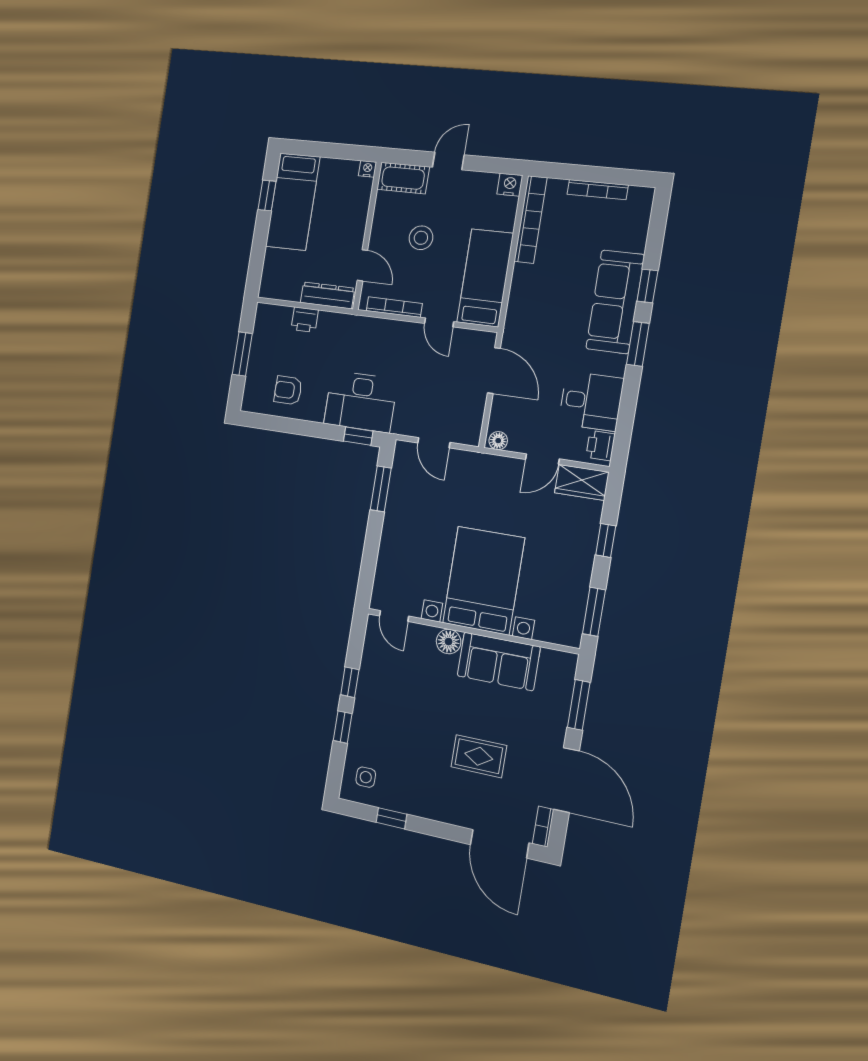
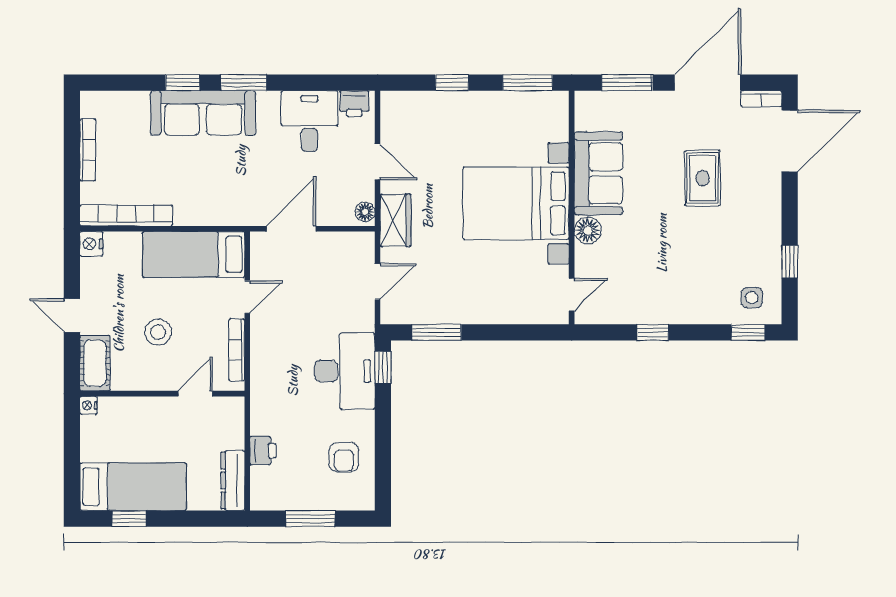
dresser: (327, 295) -> (233, 480), moved
wardrobe: (582, 482) -> (396, 220), moved
window: (343, 727) -> (748, 332), moved

